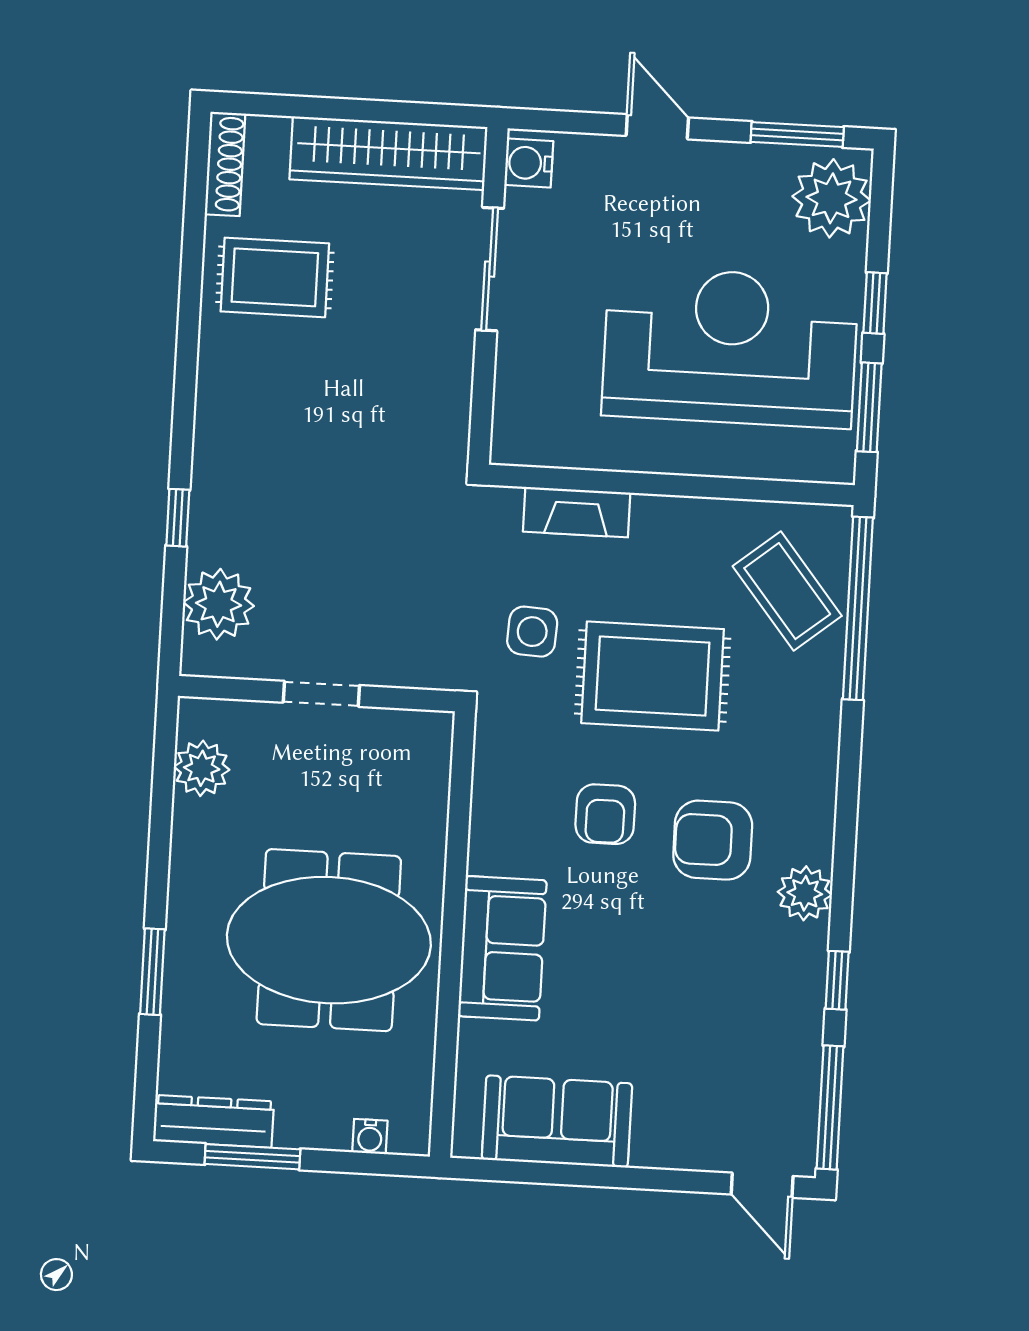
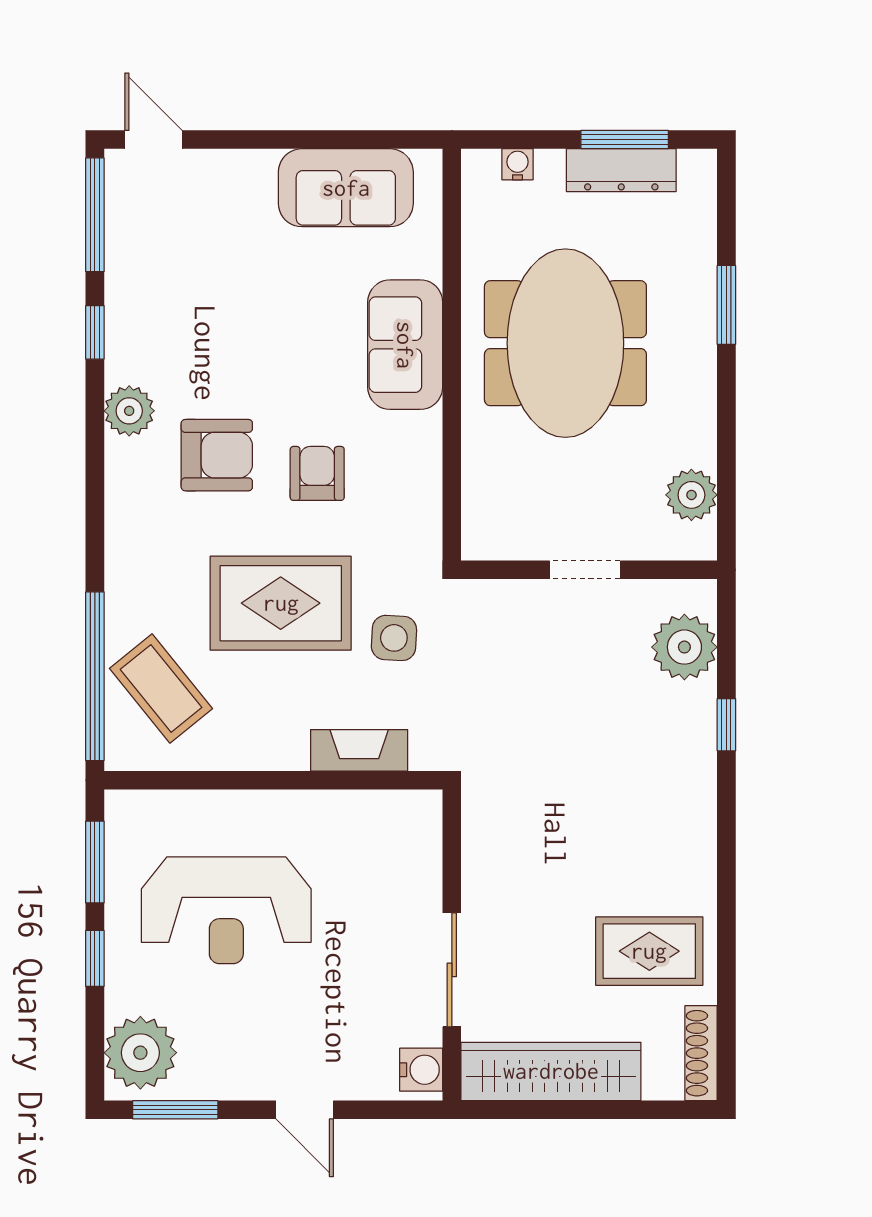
reception desk: (730, 347) -> (226, 910), width x0.74, depth x0.77
meeting table: (329, 940) -> (565, 343), turned 90
dresser: (213, 1121) -> (621, 170), moved

